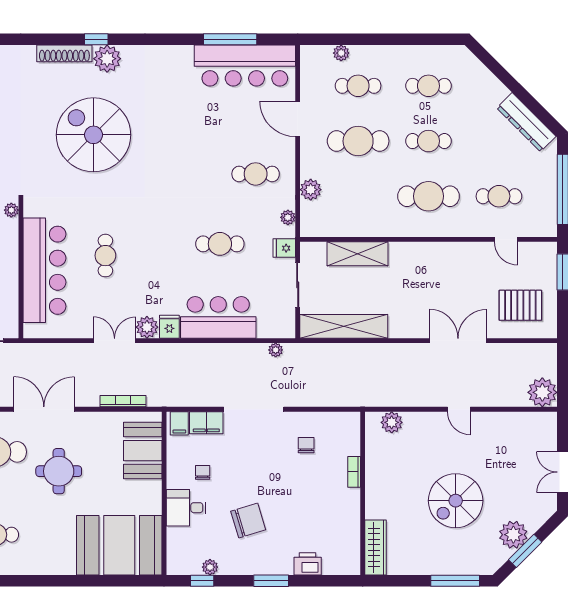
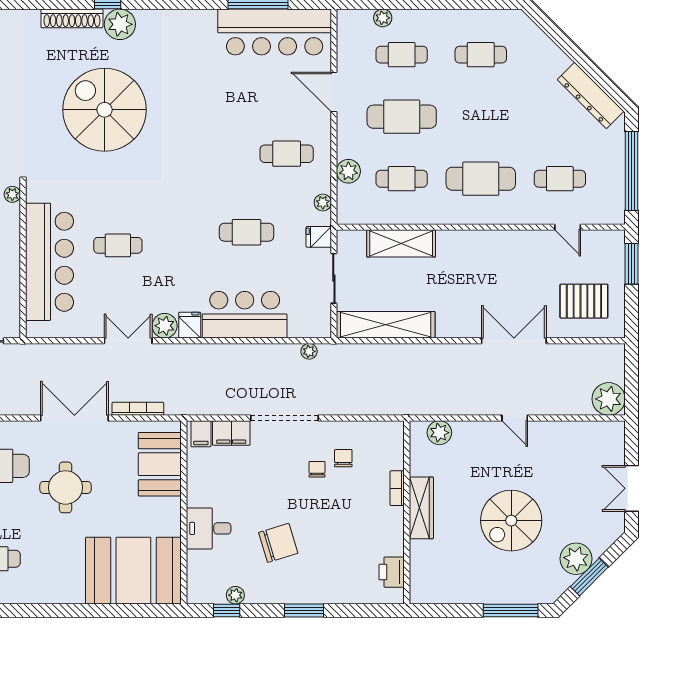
cafe table: (428, 141) -> (402, 179), moved
cafe table: (105, 256) -> (118, 245), turned 90
double door: (44, 409) -> (74, 418), moved
chair: (203, 472) -> (317, 469), moved
wardrobe: (376, 547) -> (421, 508), moved
printer: (308, 564) -> (392, 572), moved, turned -90

